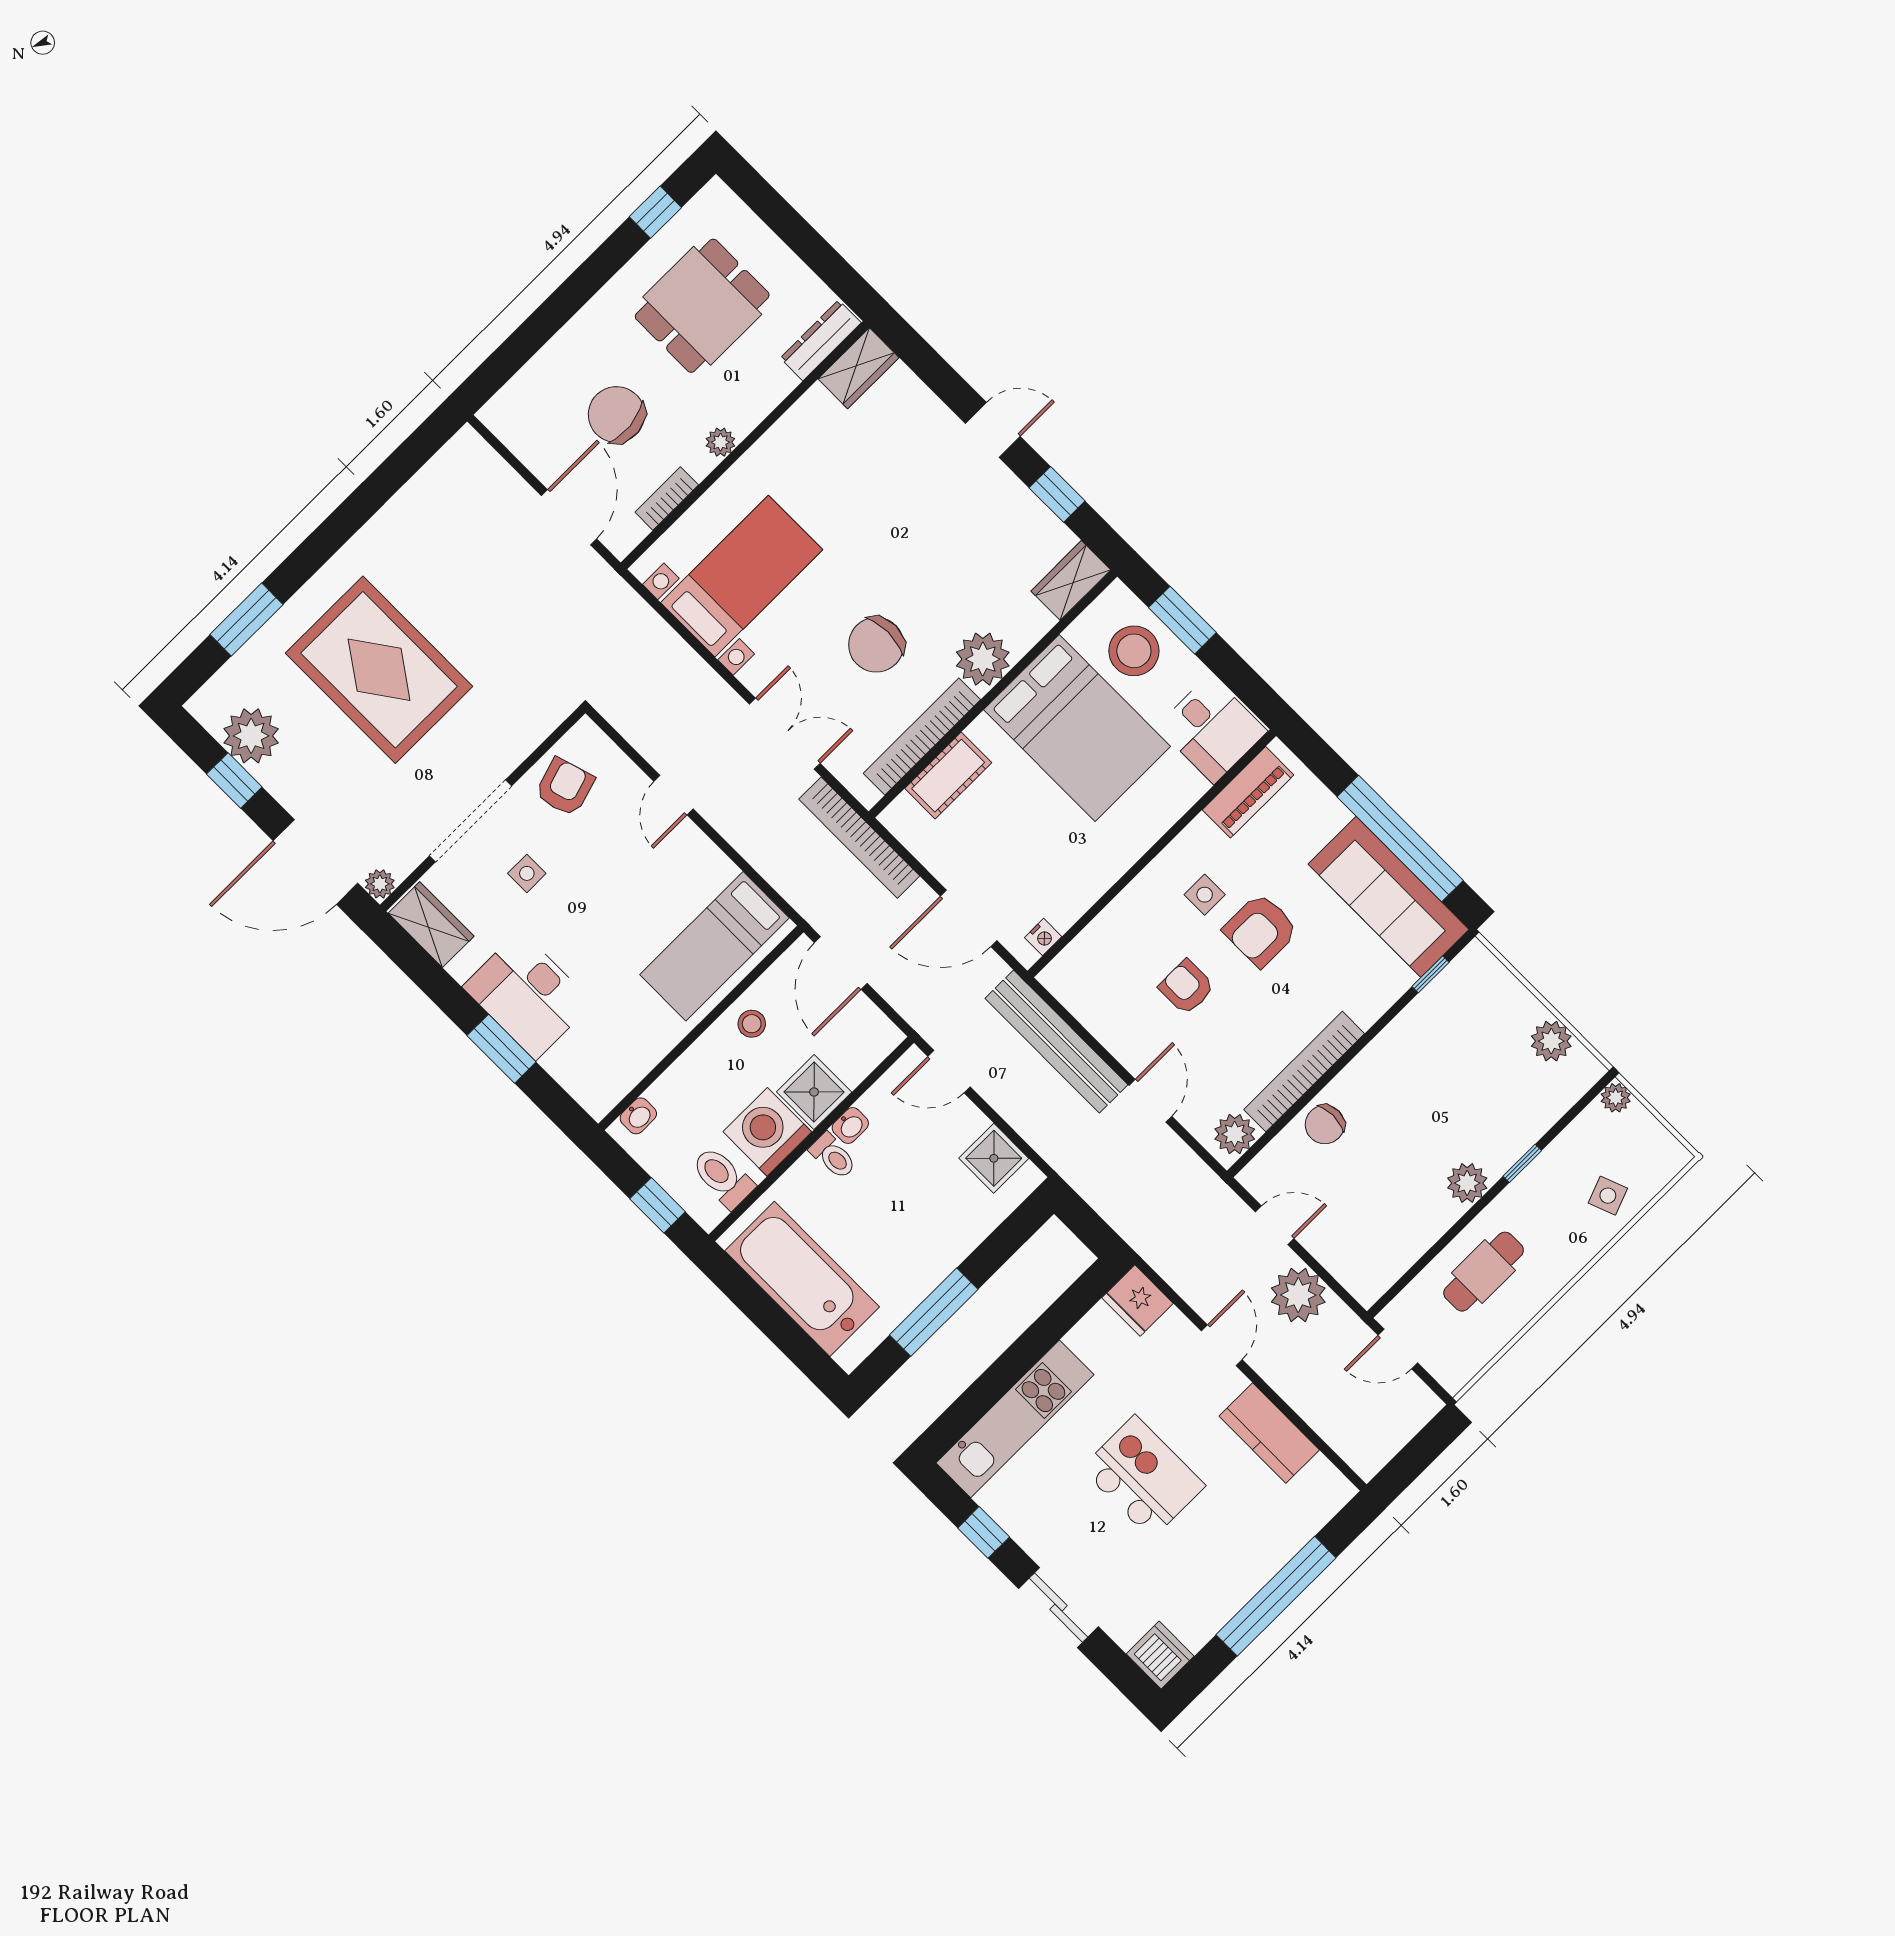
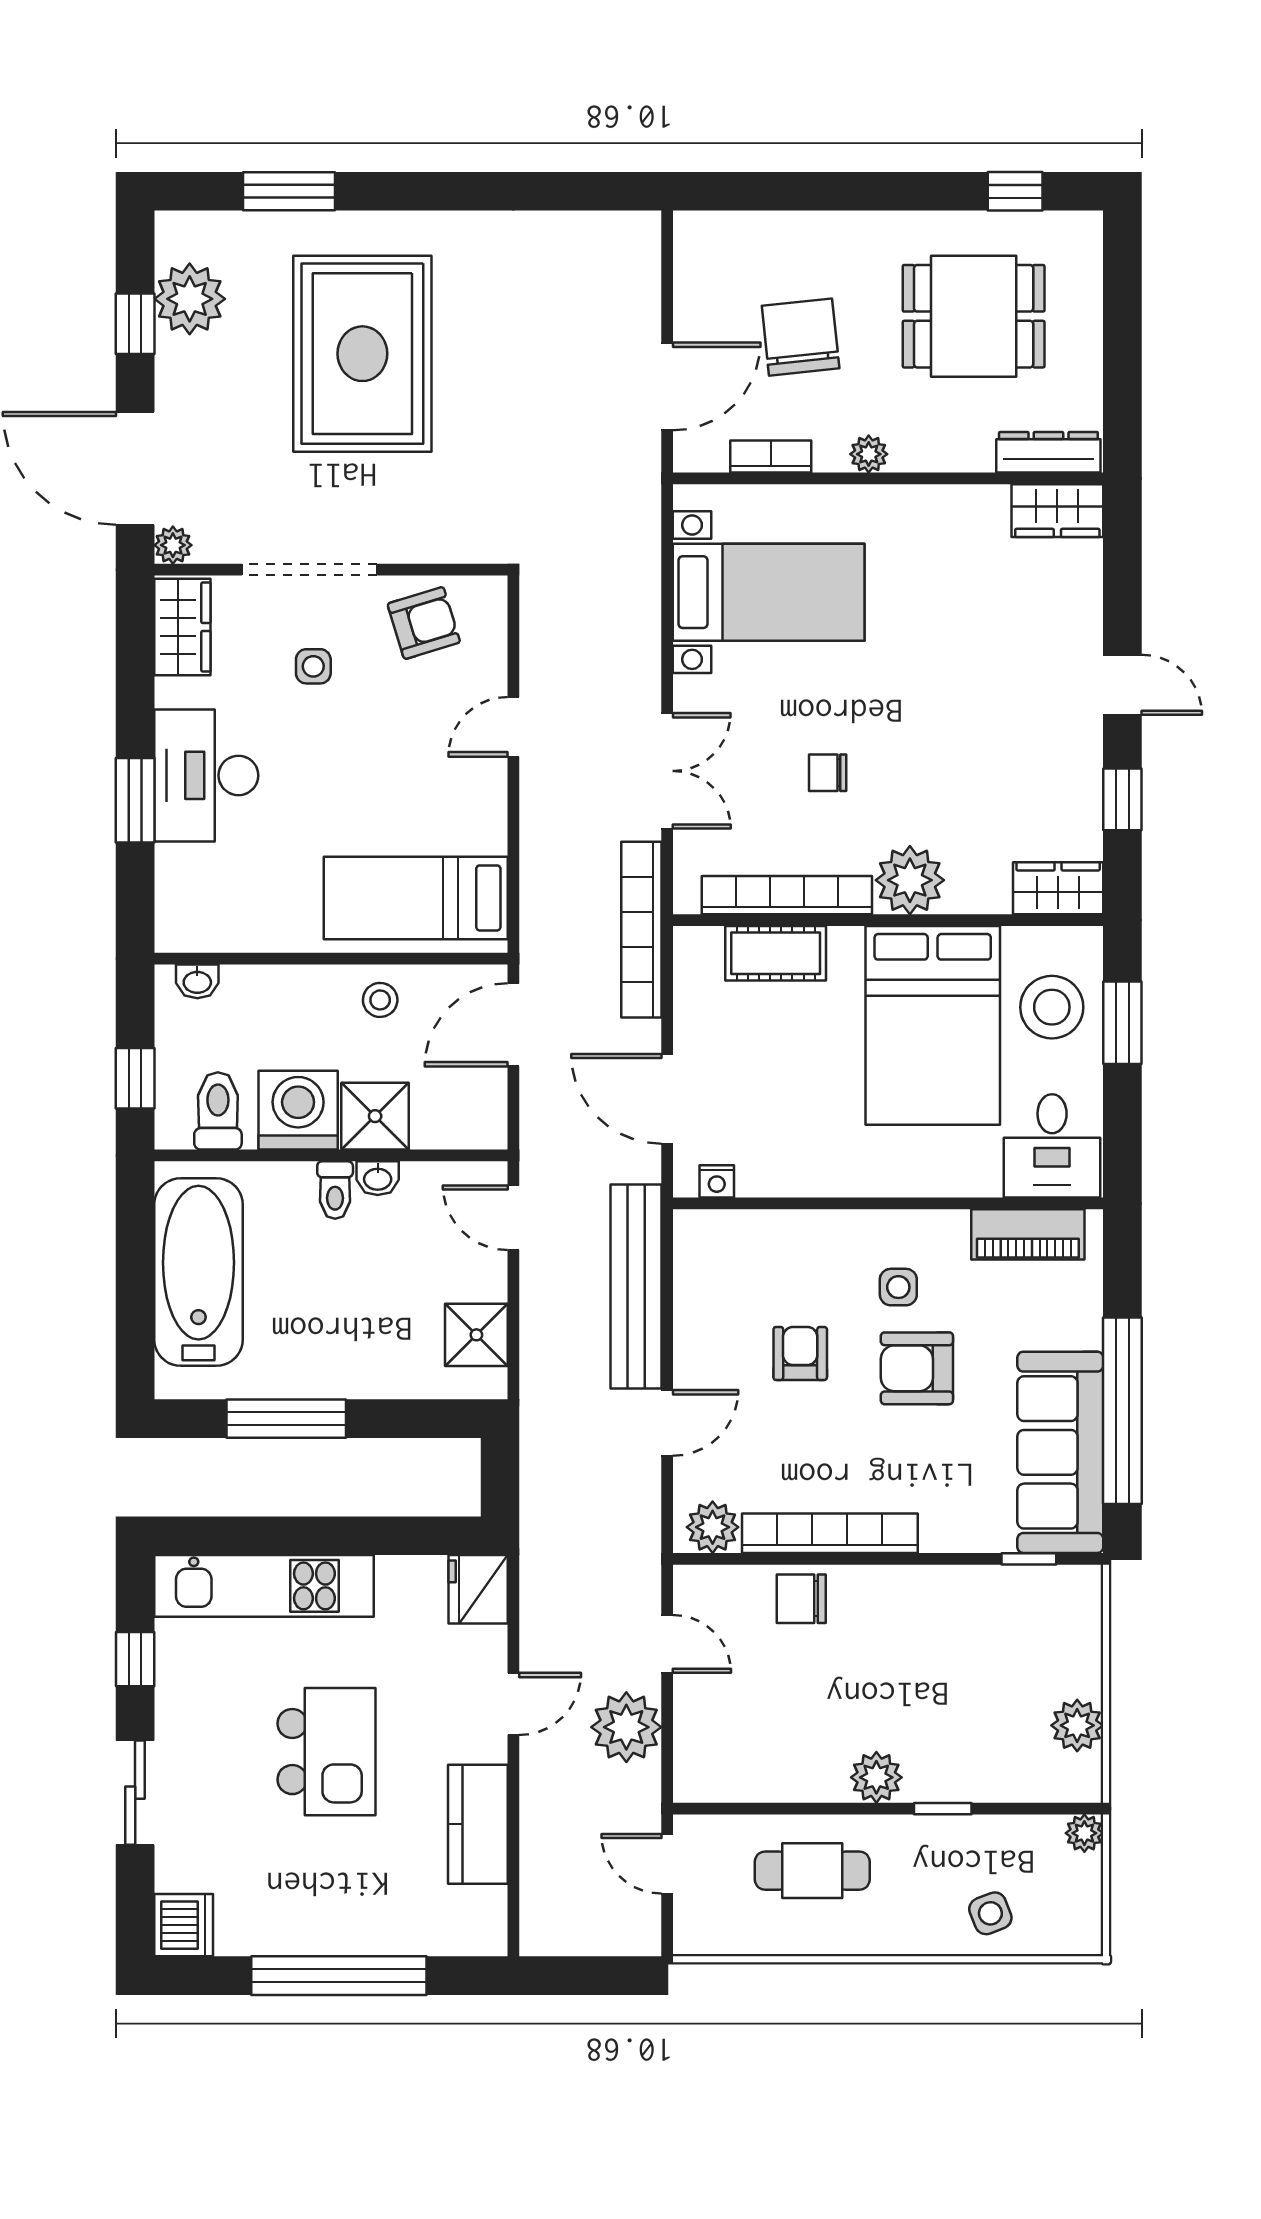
chair: (876, 645) -> (828, 773), width x0.54, depth x0.54

